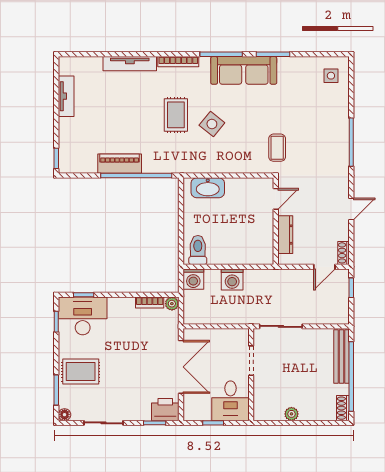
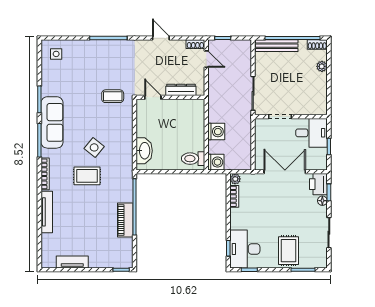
plant: (291, 414) -> (322, 66), moved
floor lamp: (65, 415) -> (322, 201), moved

